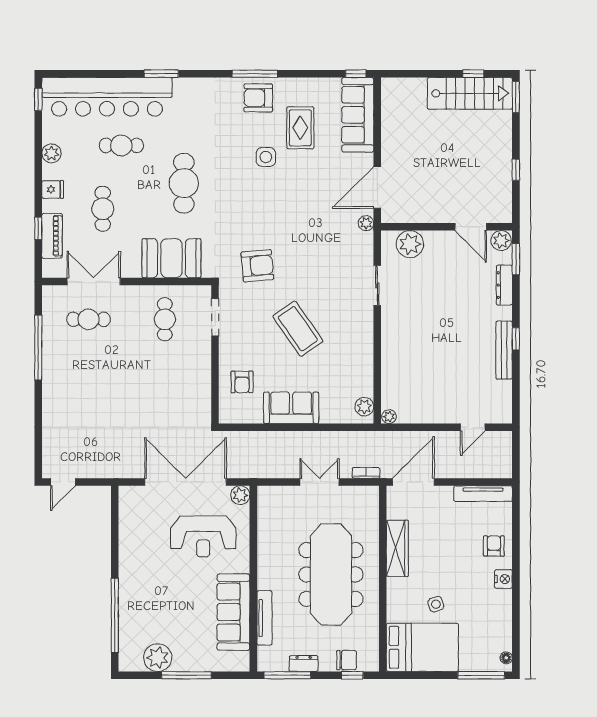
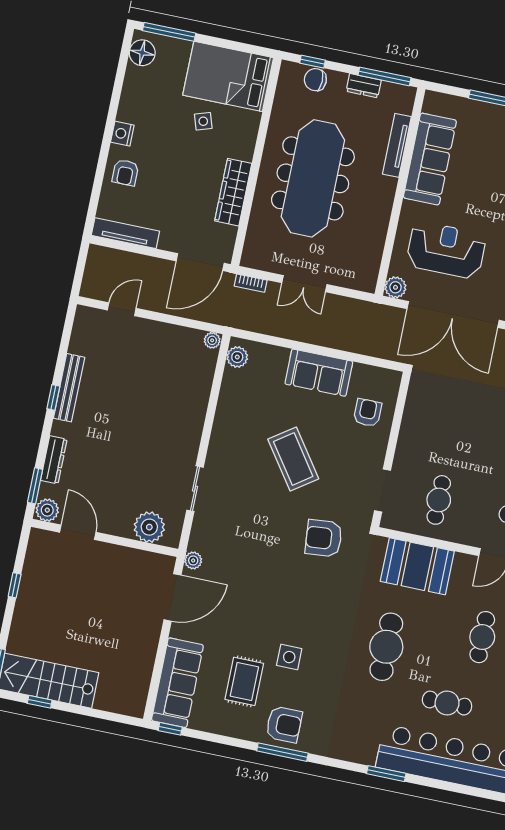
floor lamp: (506, 658) -> (142, 53), width x1.89, depth x1.89

